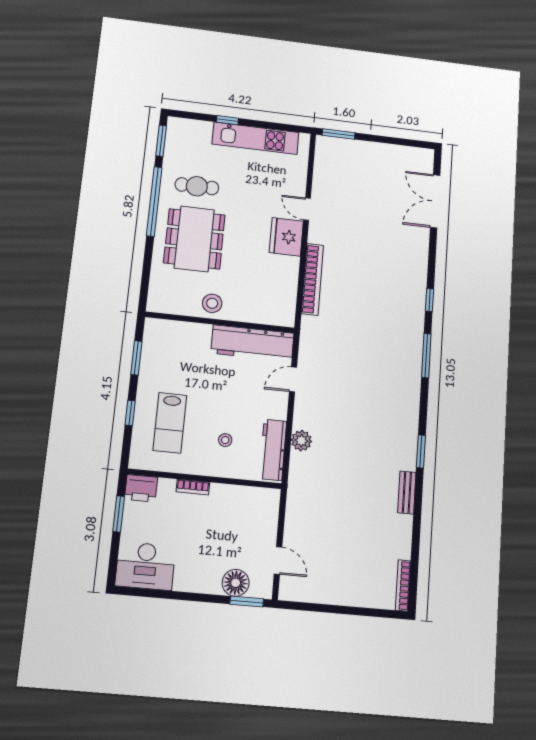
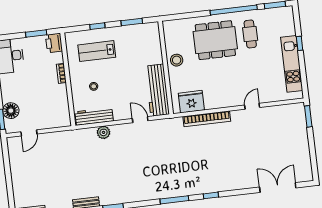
fridge: (286, 237) -> (191, 102), moved

